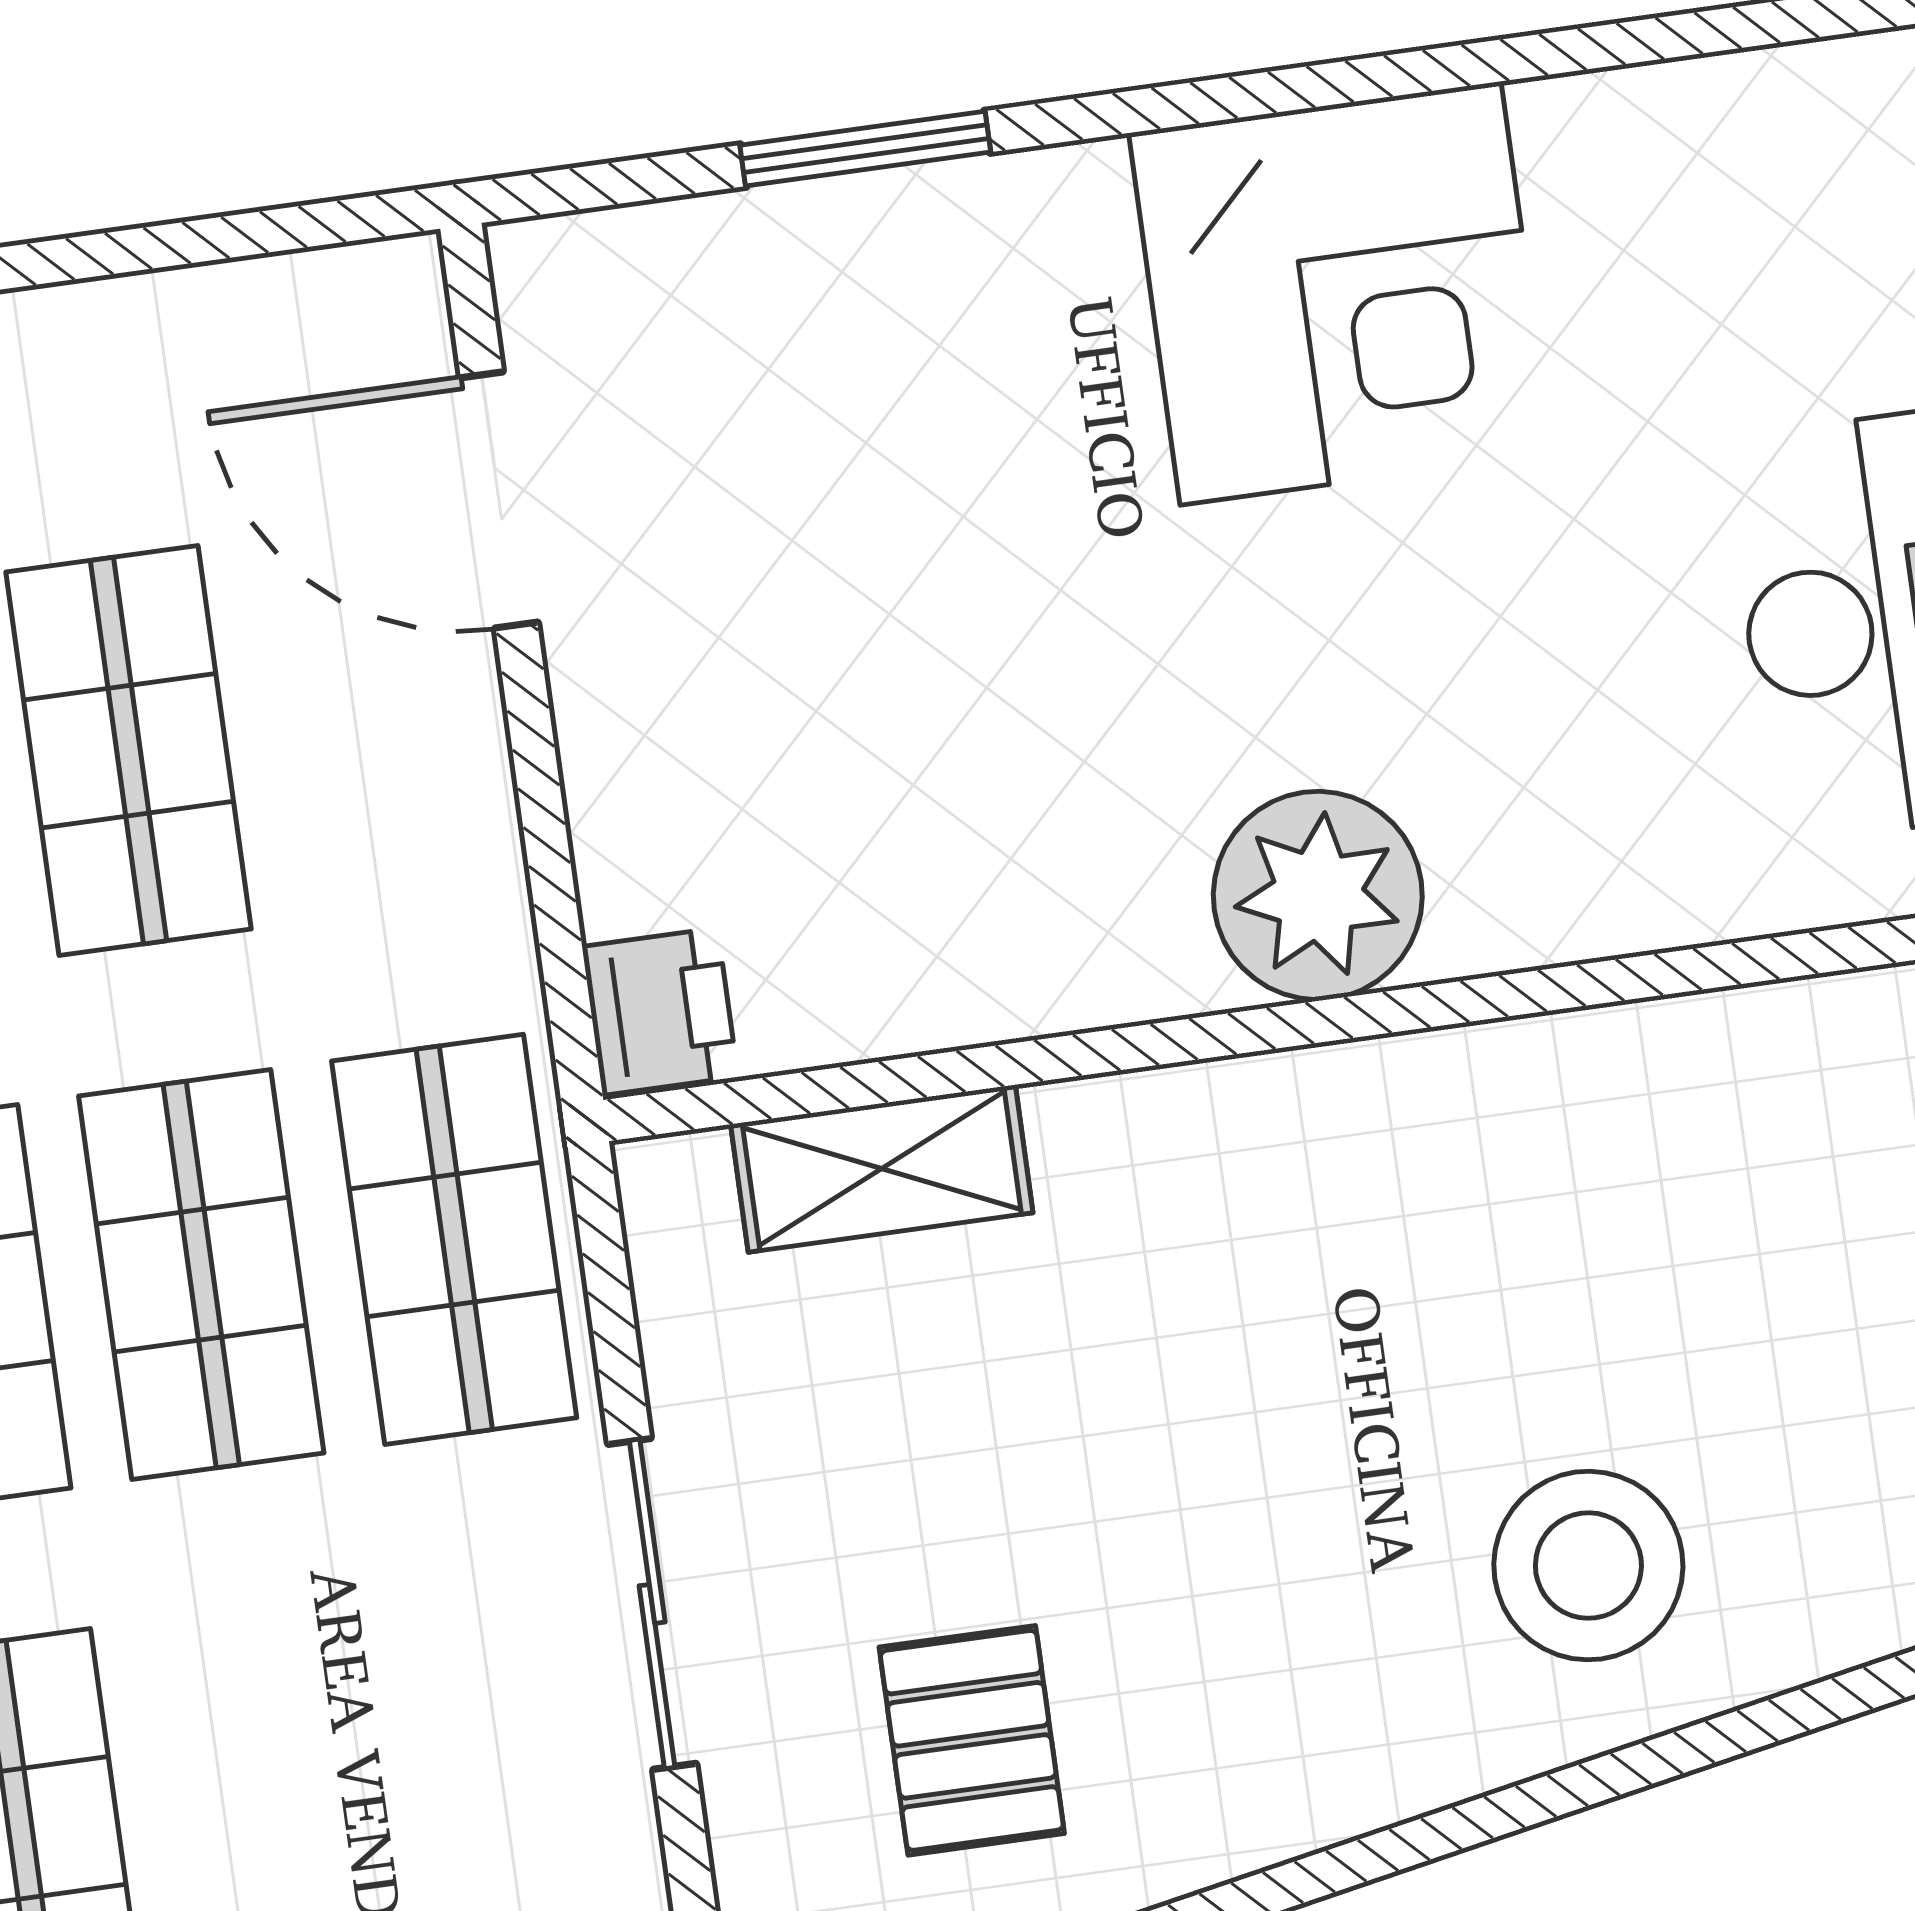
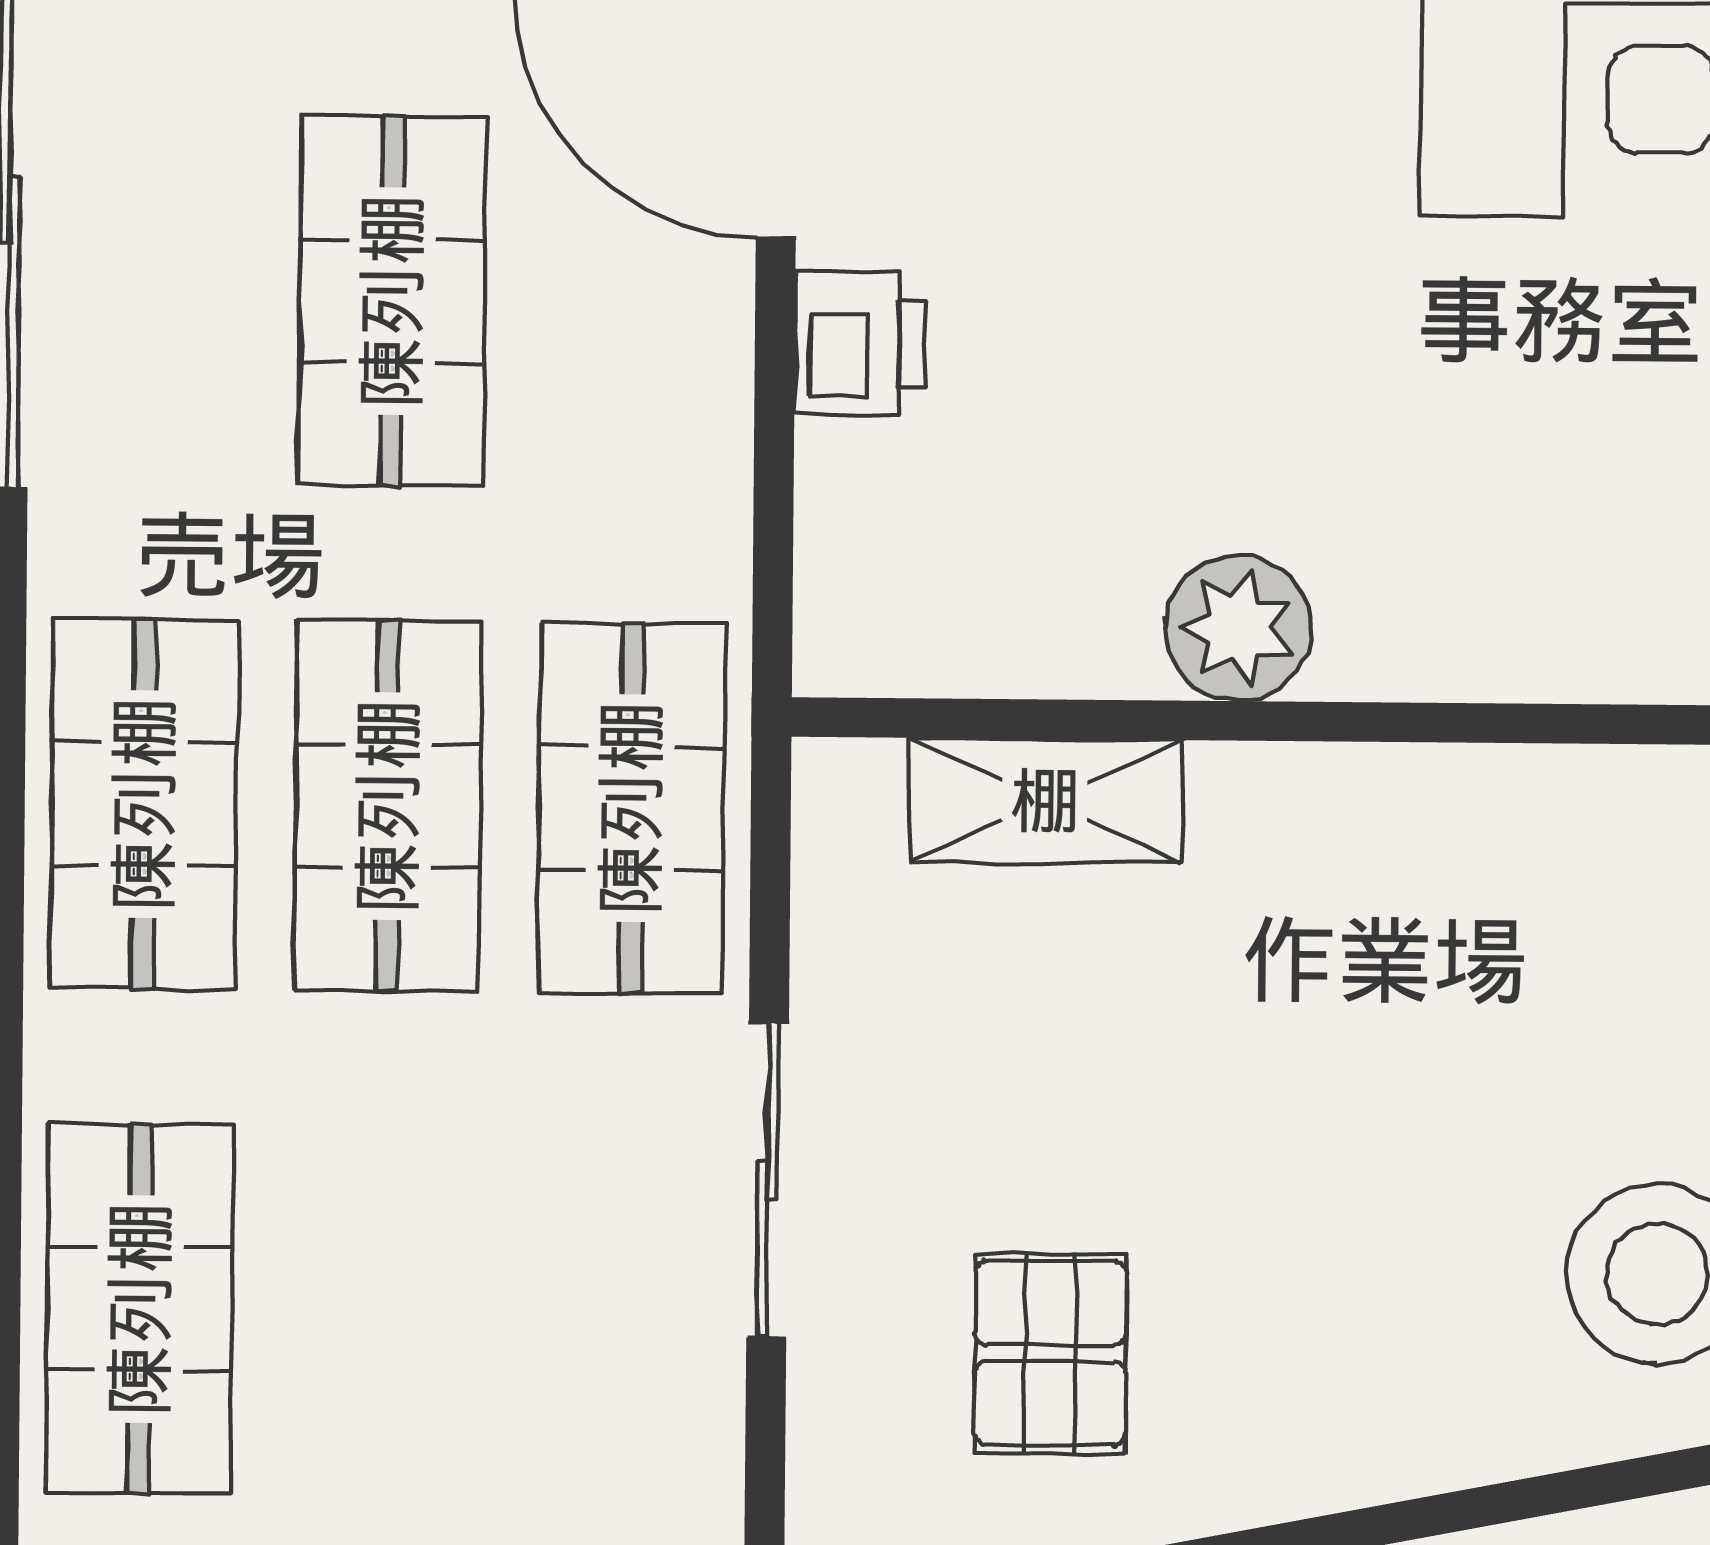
plant: (1318, 895) -> (1238, 628), moved, width x0.73, depth x0.73
printer: (660, 1012) -> (860, 343), moved

